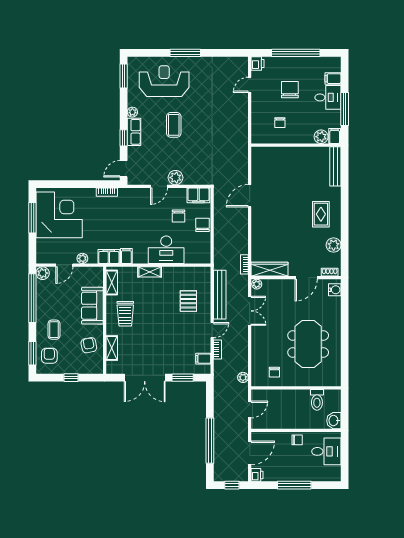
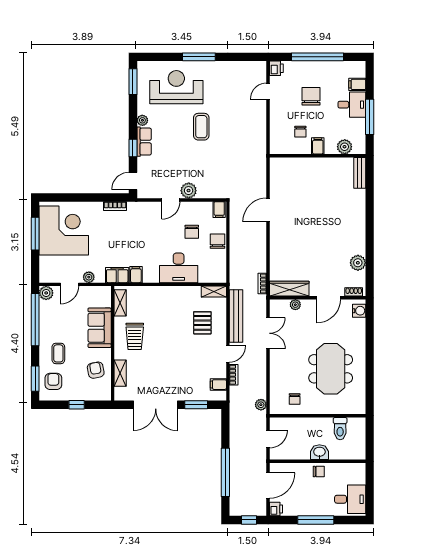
coffee table: (174, 125) -> (201, 127), moved
filing cabinet: (335, 136) -> (318, 146), moved
bench: (335, 166) -> (360, 173), width x0.73
filing cabinet: (198, 195) -> (219, 210), width x0.50
rug: (321, 214) -> (344, 230), removed
shelving: (150, 272) -> (214, 292), moved
plant: (257, 284) -> (295, 305), moved
washbasin: (334, 421) -> (319, 452), moved, turned 90
desk: (326, 451) -> (350, 499), moved

